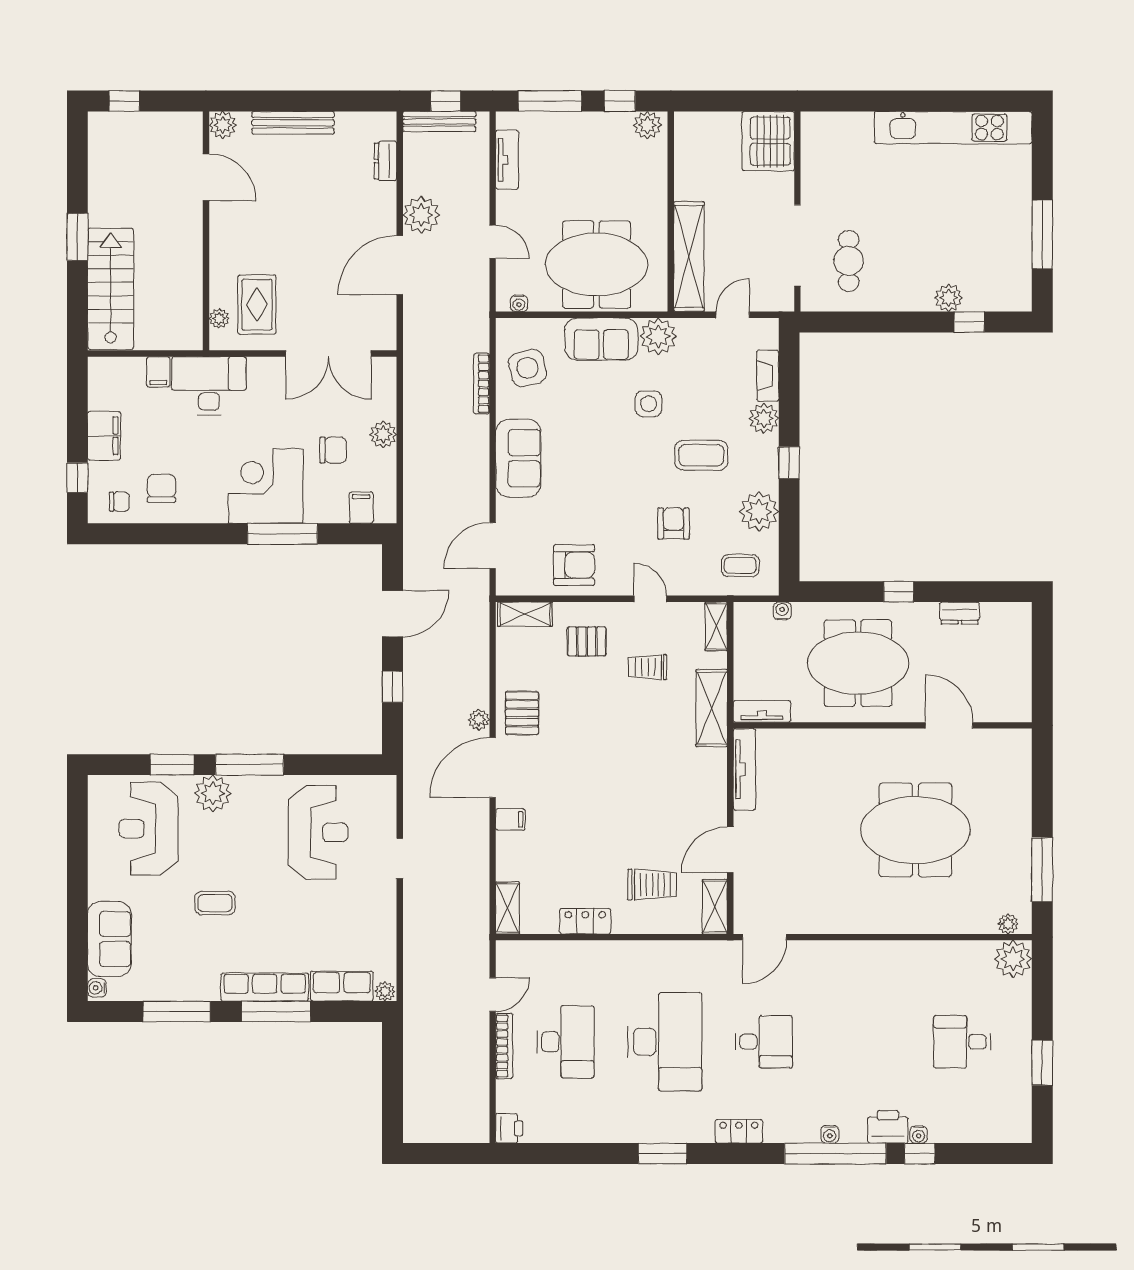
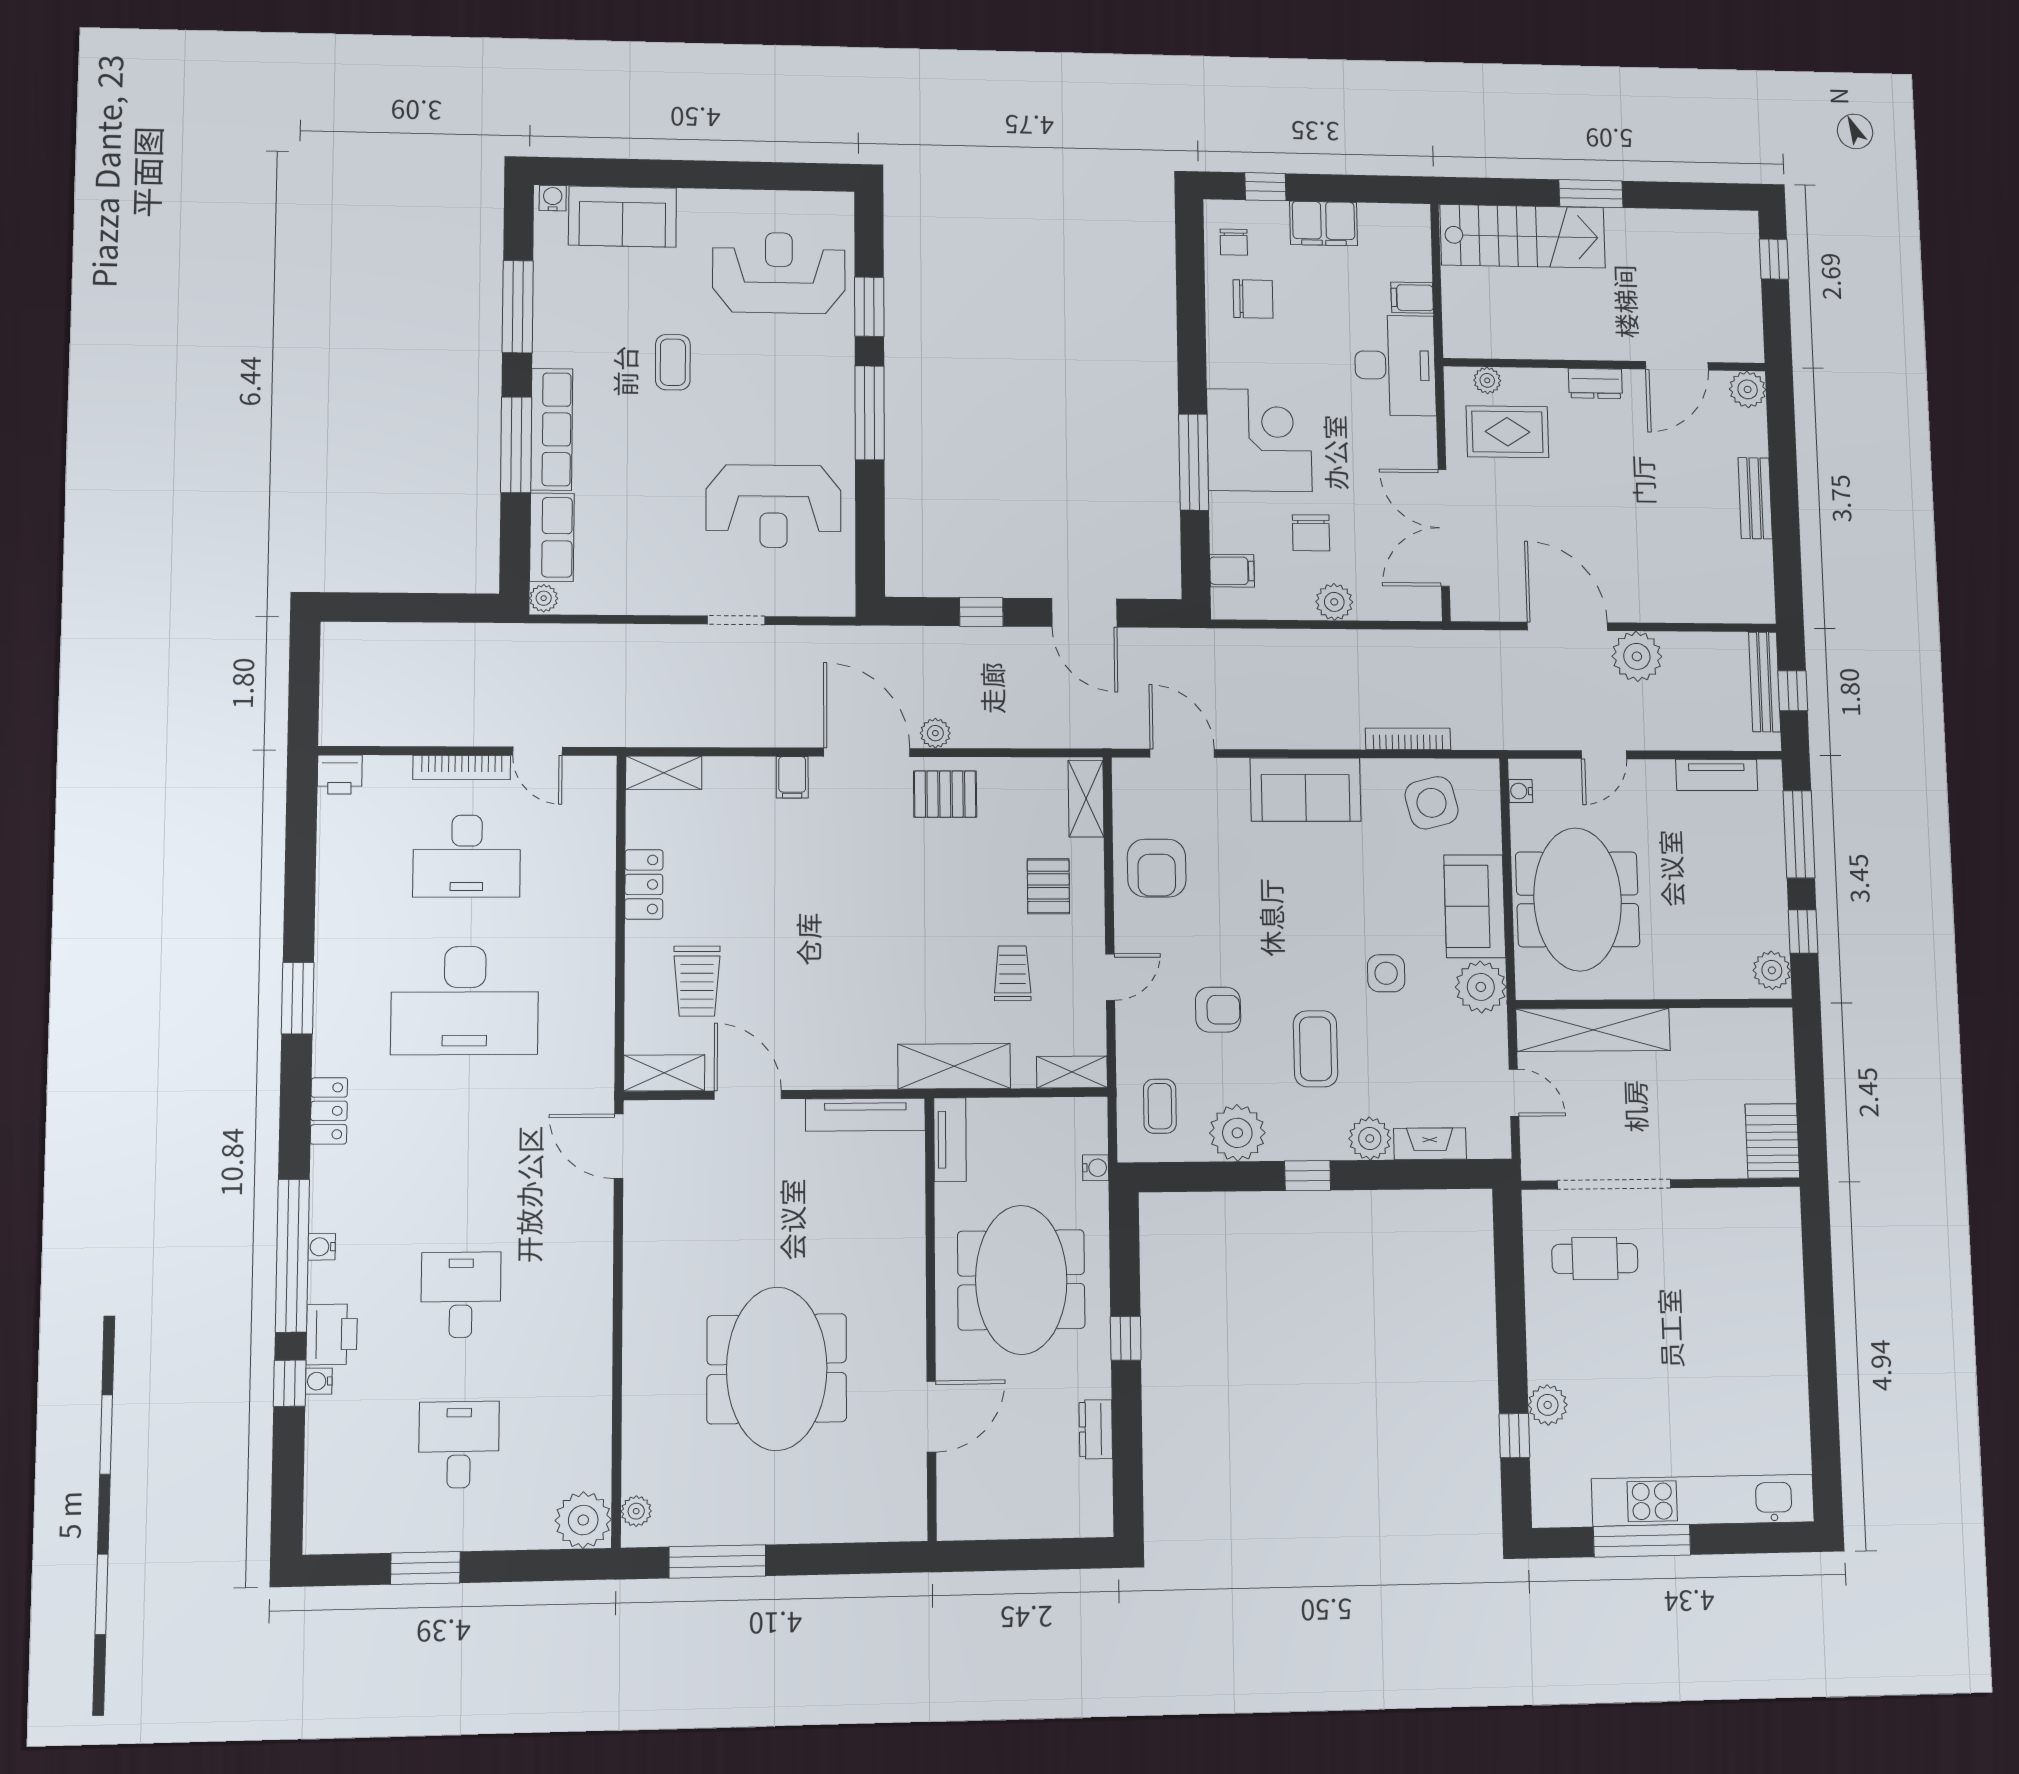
bench: (293, 123) -> (1755, 498), width x0.73
kitchen unit: (953, 128) -> (1703, 1500), moved, turned 90
server rack: (768, 141) -> (1772, 1141), width x0.63
dresser: (386, 161) -> (1595, 383), moved, turned 180
plant: (213, 793) -> (829, 362), removed
desk: (764, 1042) -> (461, 1295), moved, turned 180

